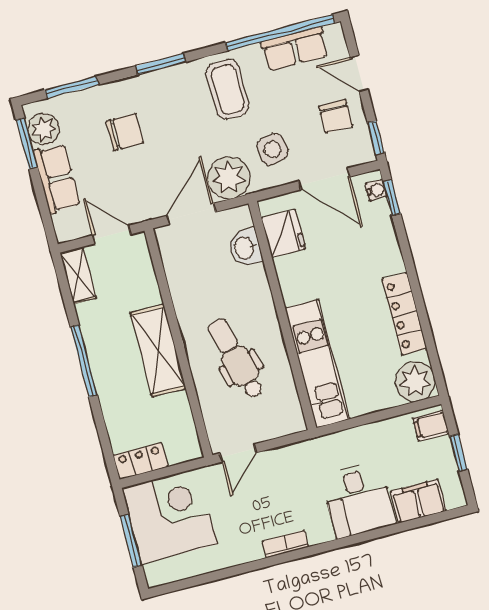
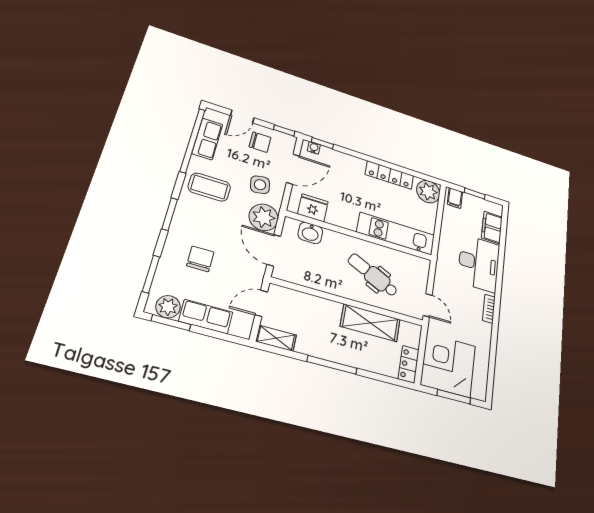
shelving: (158, 350) -> (370, 323), moved
dental chair: (236, 359) -> (373, 275), turned 40
desk: (358, 500) -> (479, 263), width x1.37

